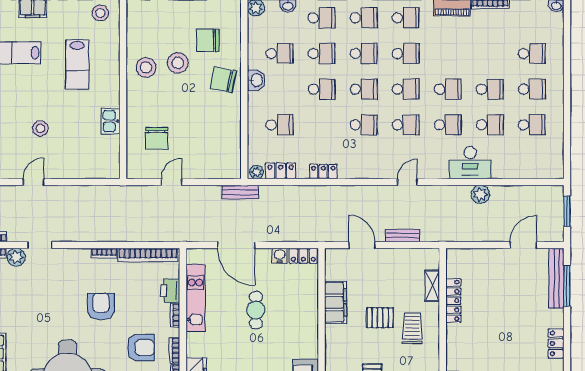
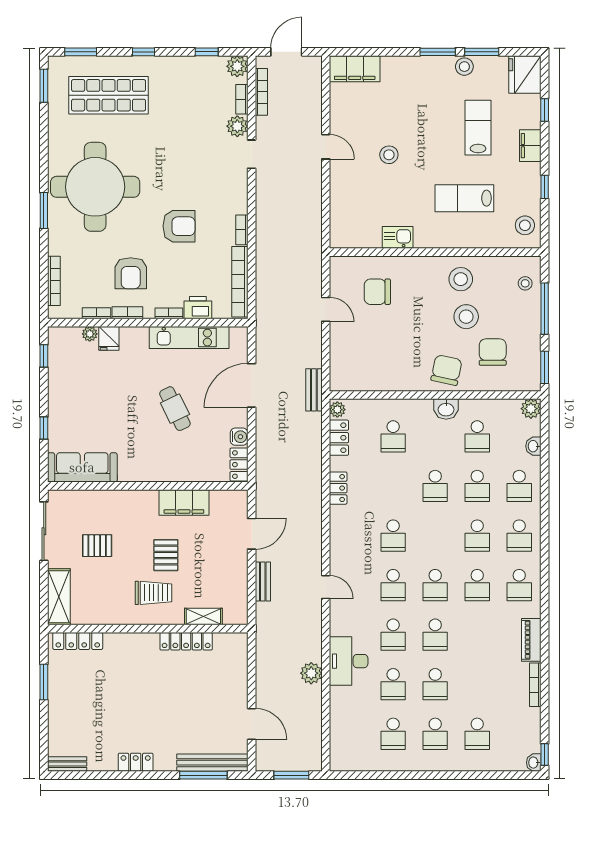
stool: (150, 13) -> (525, 283), added
school desk: (364, 89) -> (435, 536), removed
cafe table: (256, 310) -> (175, 409), turned 64

